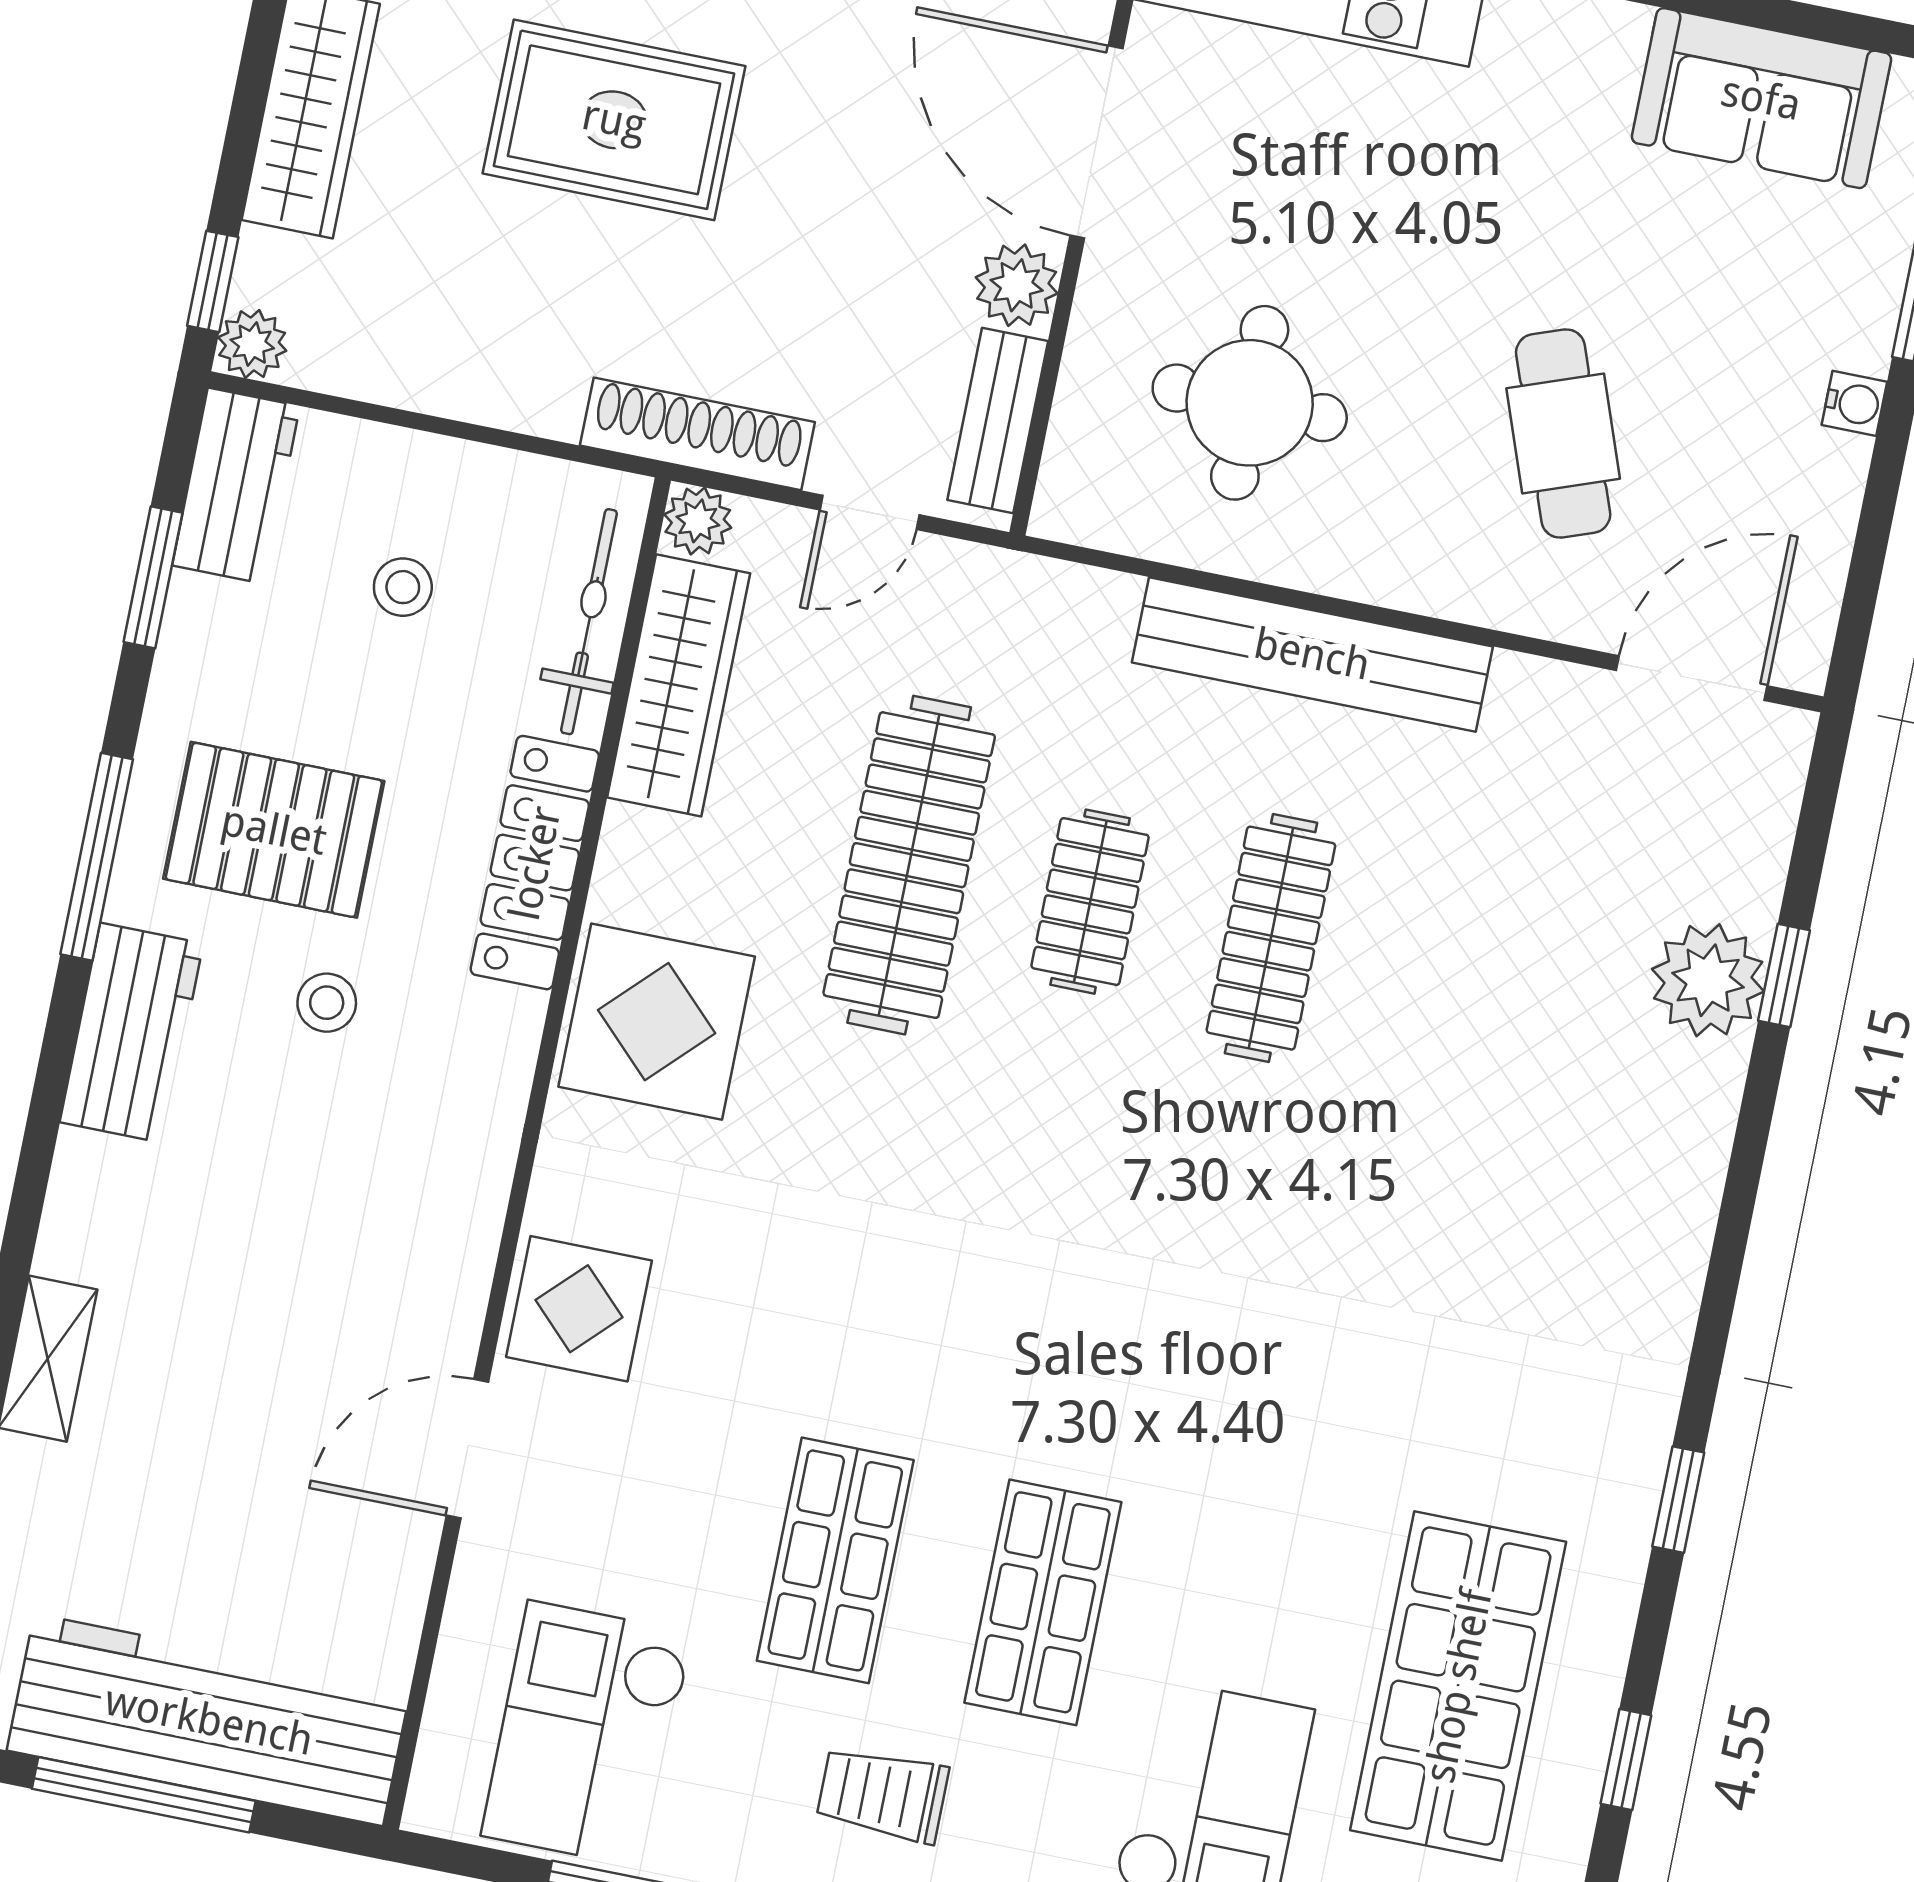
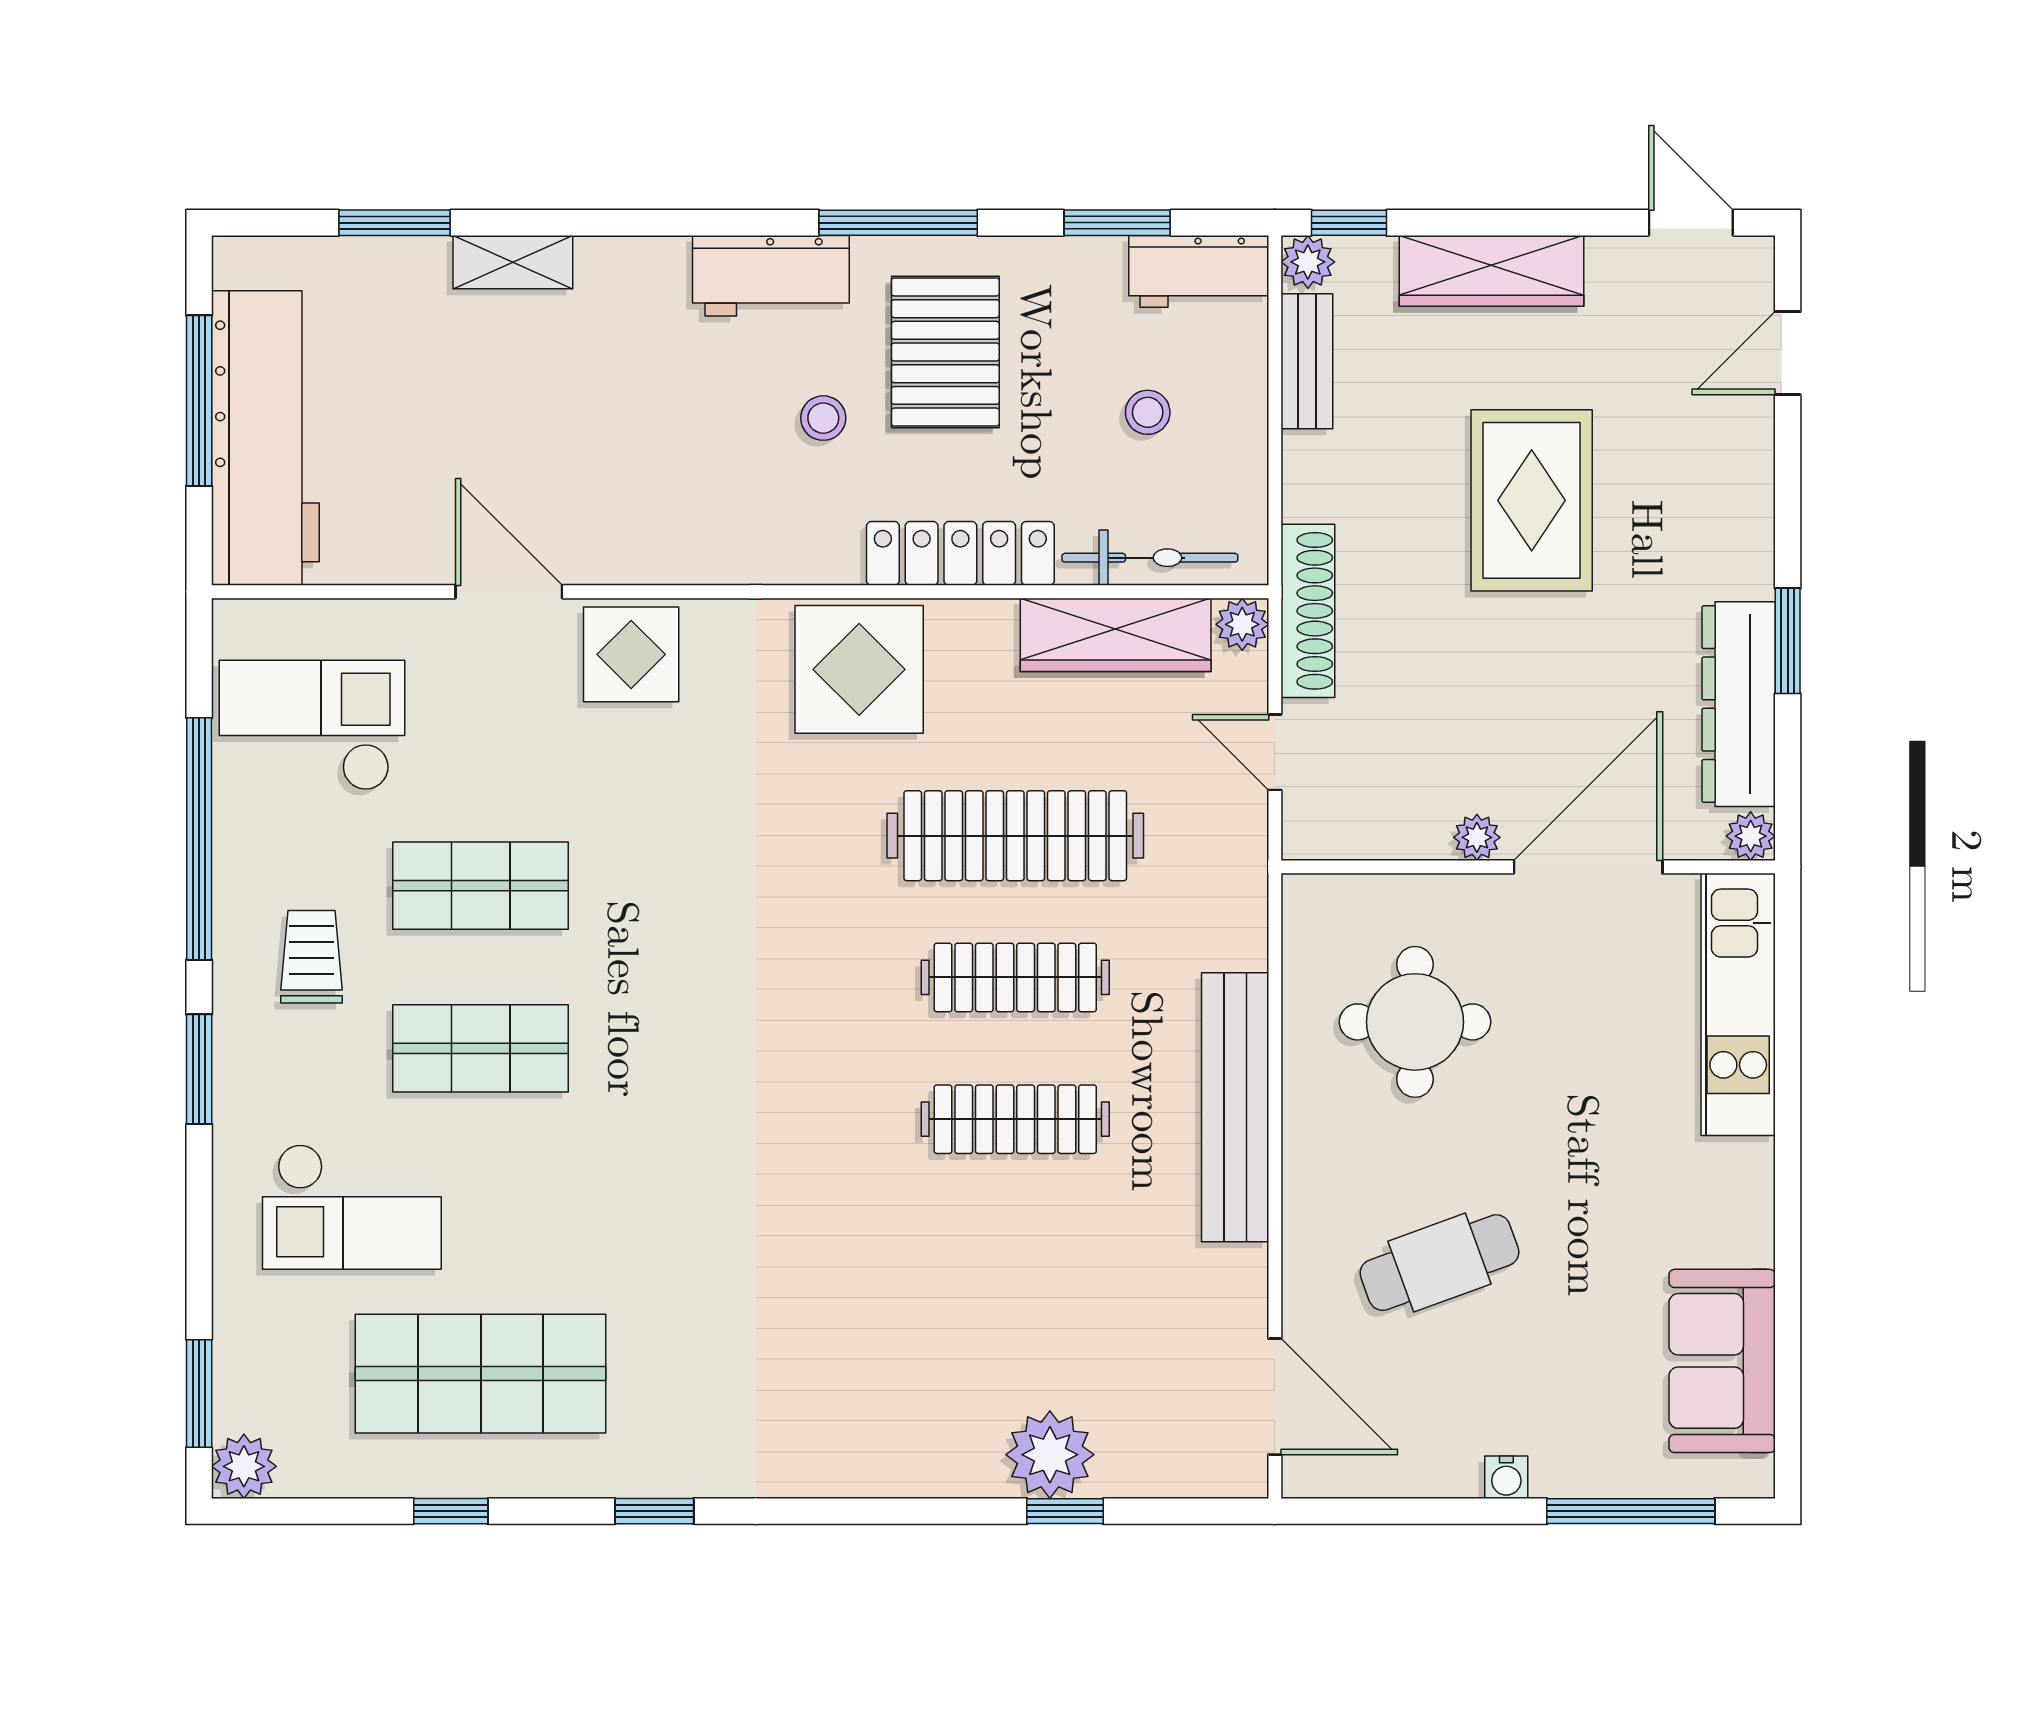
plant: (1017, 285) -> (1477, 837), width x0.73, depth x0.73
bench: (998, 420) -> (1307, 361), moved, turned 90
clothes rail: (1090, 902) -> (1015, 977), width x1.36

